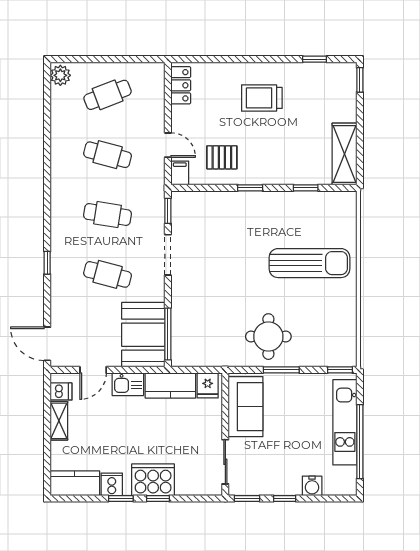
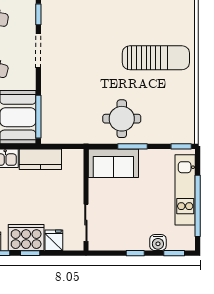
fridge: (208, 385) -> (54, 240), moved, turned 180
sofa: (246, 407) -> (113, 163), moved, turned 90
window: (247, 498) -> (174, 253), moved

